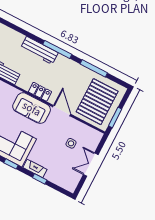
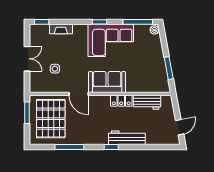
window: (57, 49) -> (111, 147), width x0.46
locker: (40, 92) -> (121, 101), moved
fireplace: (35, 168) -> (61, 29), moved
window: (40, 179) -> (42, 22), moved

